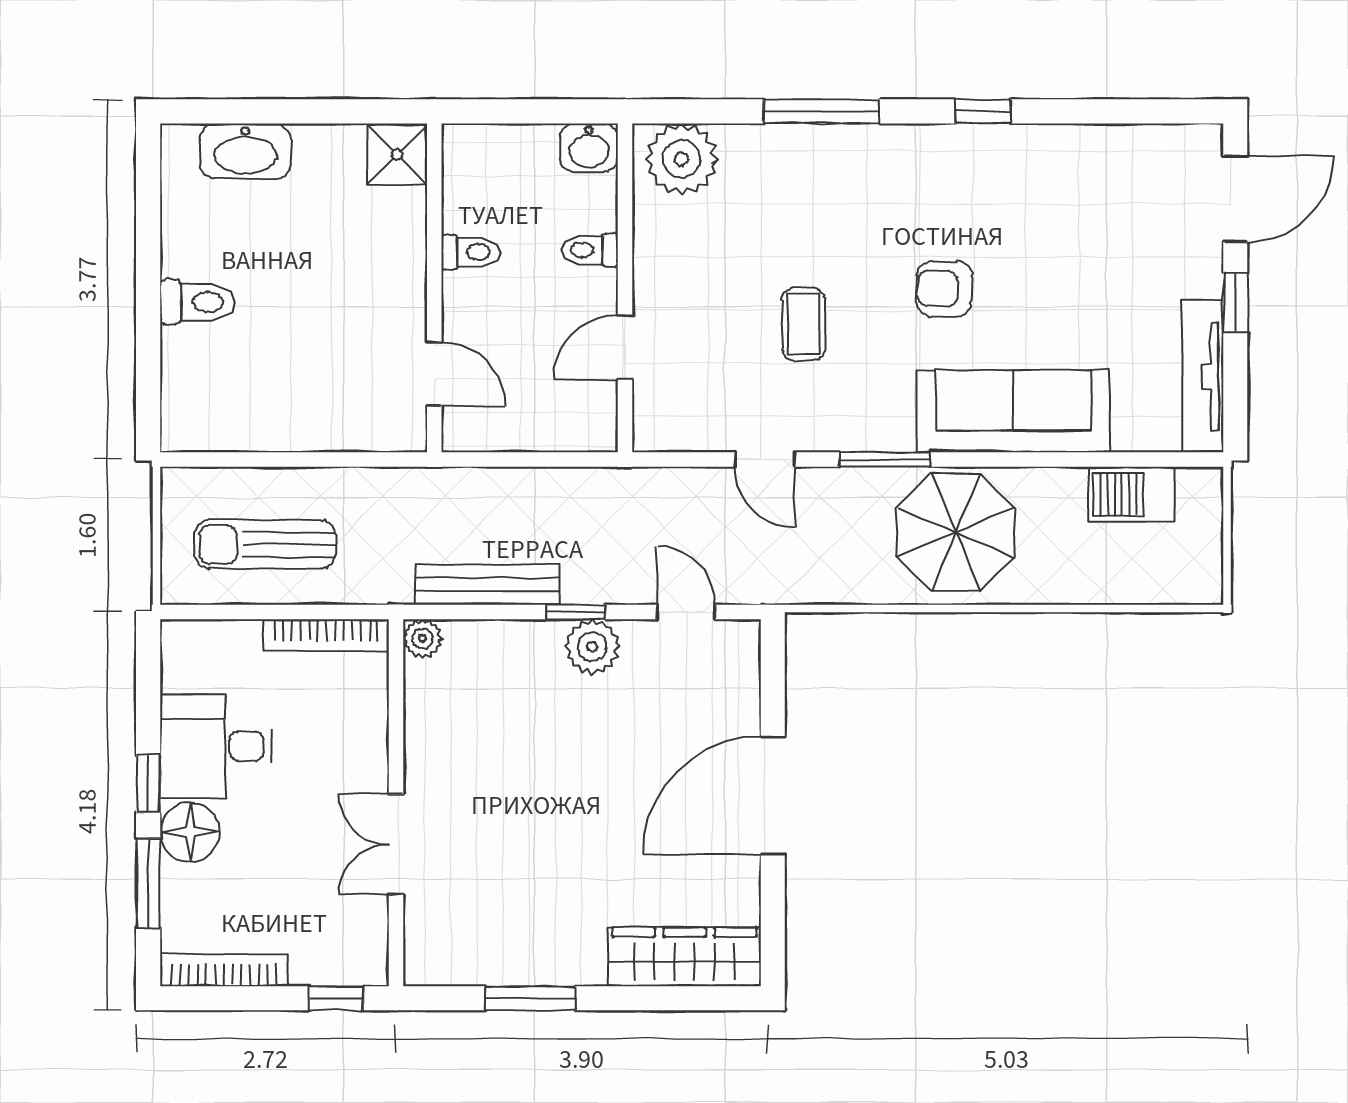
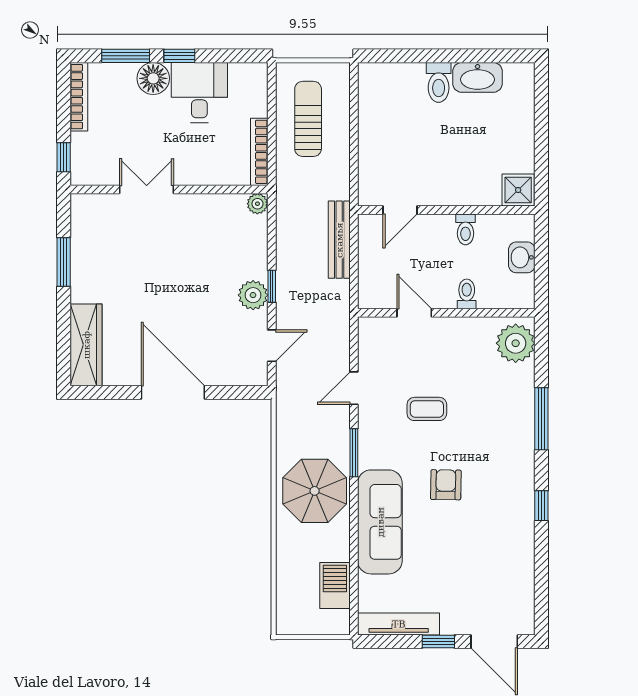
washbasin: (589, 148) -> (522, 257), moved
washbasin: (245, 151) -> (478, 77), moved, turned -90
bench: (487, 585) -> (339, 240), moved

